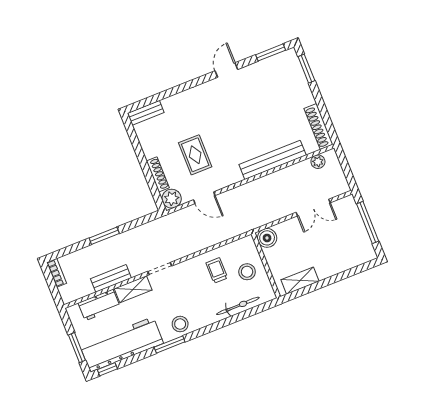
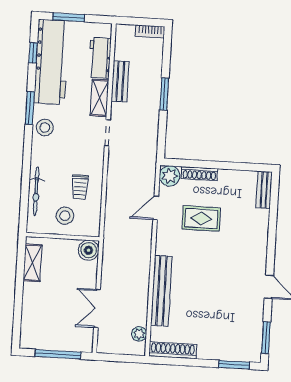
trolley: (217, 270) -> (80, 187), turned 90
window: (107, 369) -> (33, 53), moved

